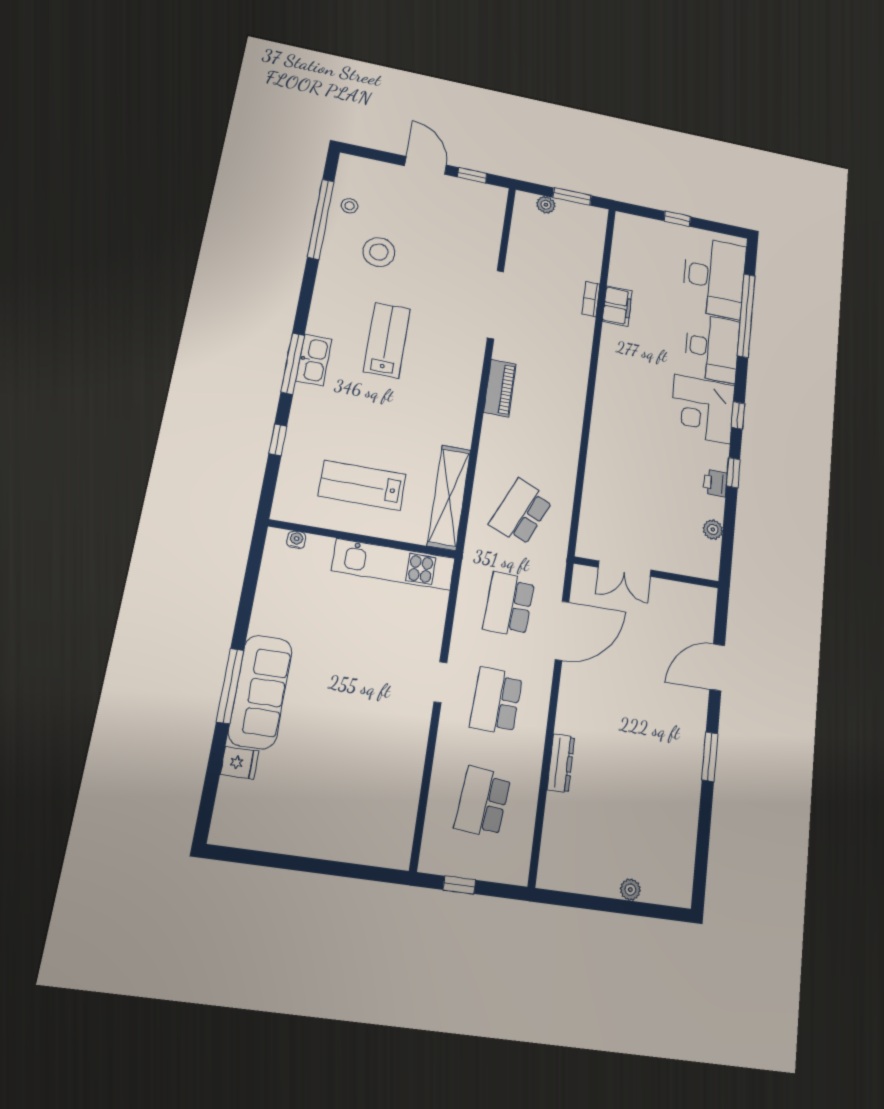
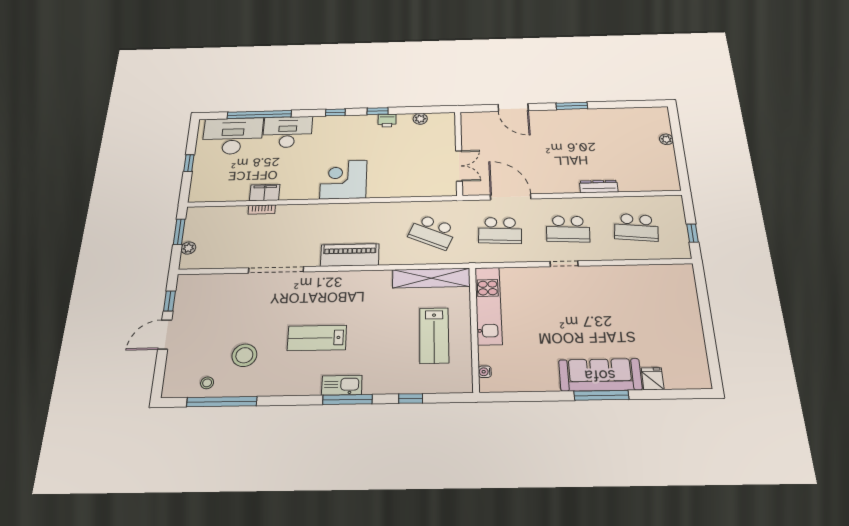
piano: (500, 388) -> (350, 255), width x1.37, depth x1.33
corner desk: (702, 409) -> (343, 180), moved, turned 180

